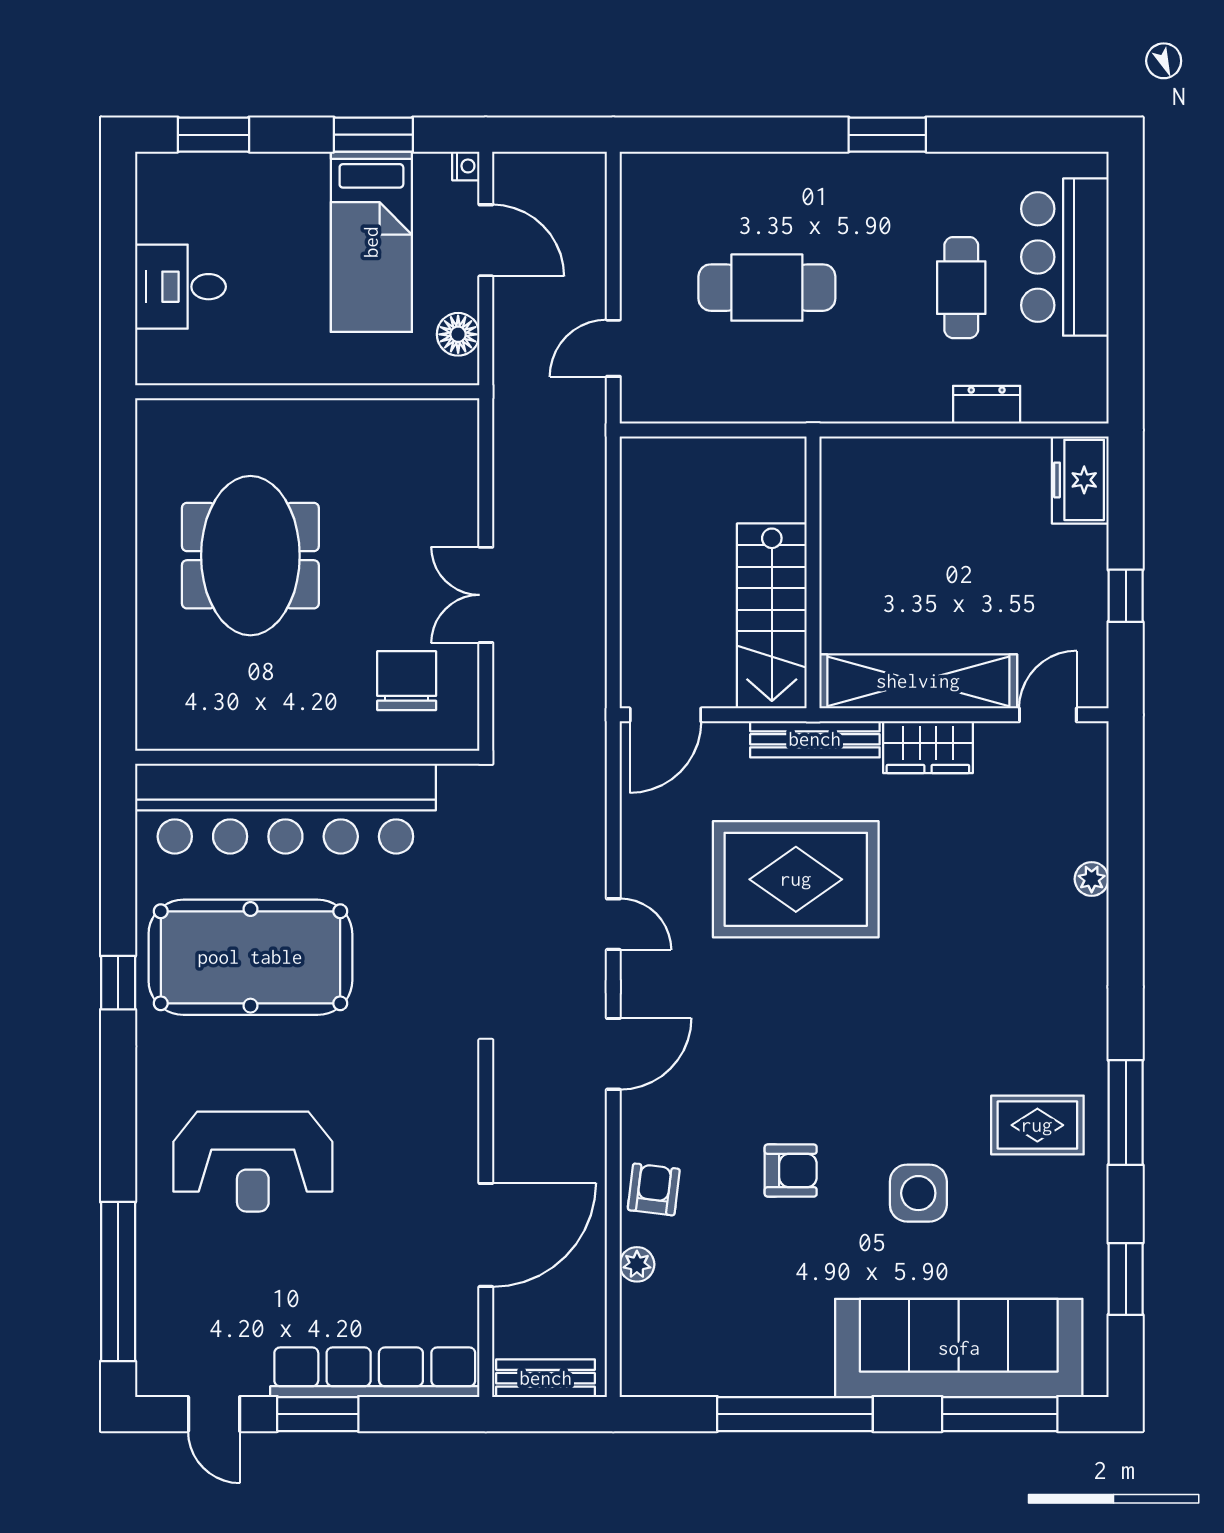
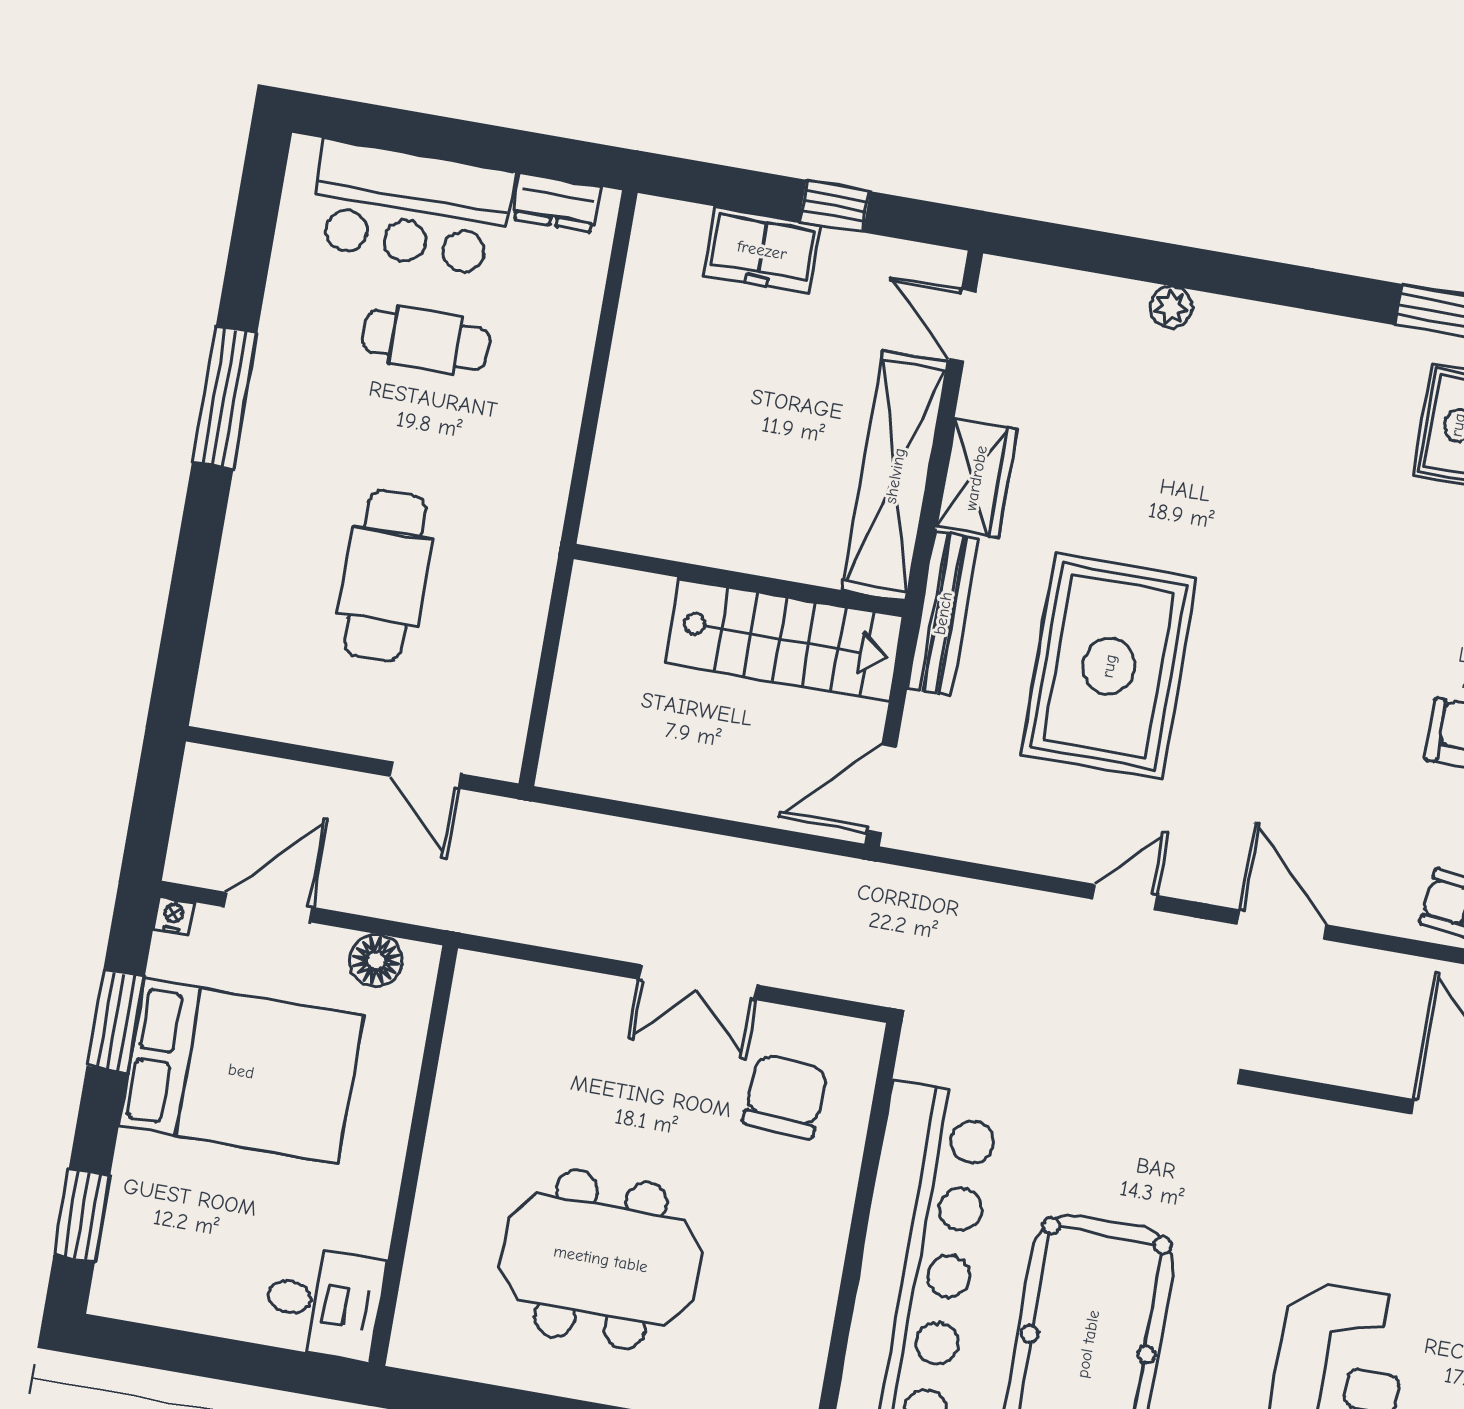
window: (887, 135) -> (225, 398), width x1.44
bed: (371, 242) -> (241, 1071), width x1.50
desk: (180, 287) -> (323, 1303), moved, turned -90
dresser: (987, 405) -> (556, 202), moved, turned -90
freezer: (1080, 480) -> (762, 250), moved
chair: (407, 681) -> (785, 1096), turned 94
door: (665, 715) -> (882, 790), swing flipped

